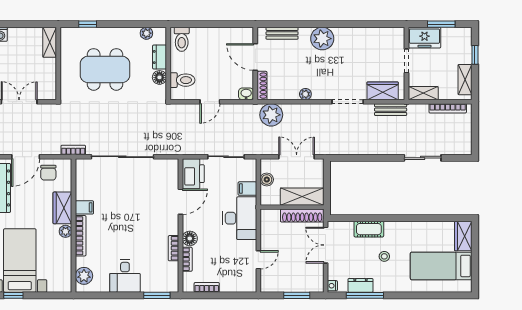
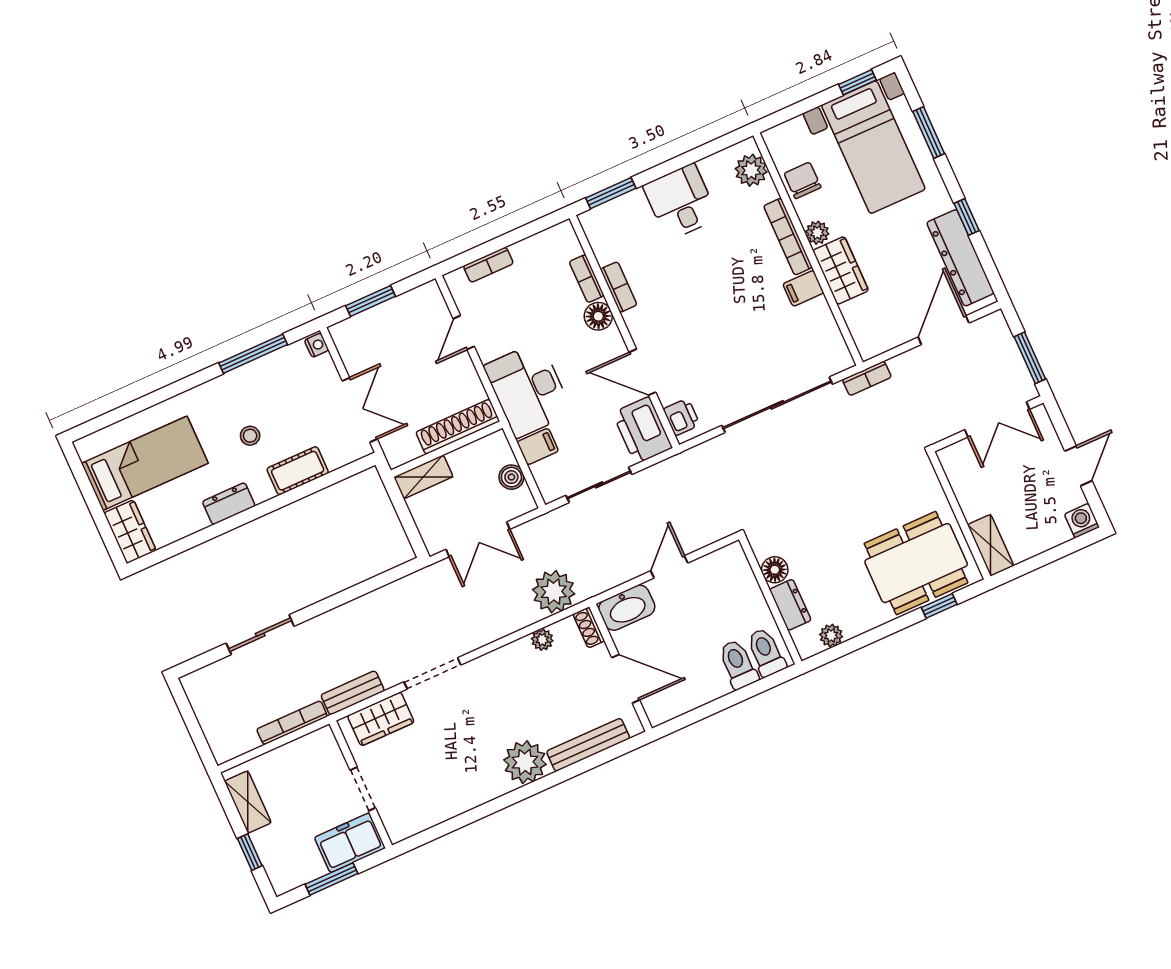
bench: (282, 33) -> (588, 745), width x1.36
dining table: (105, 69) -> (916, 563), moved
toilet: (182, 80) -> (738, 664), moved, turned 90
shoe rack: (262, 86) -> (589, 628), width x0.70
shelving: (423, 93) -> (309, 746), removed
washbasin: (246, 94) -> (627, 608), width x1.91, depth x1.45
plant: (305, 94) -> (542, 640), moved
bookcase: (448, 108) -> (292, 723), moved
printer: (171, 172) -> (682, 417), added
chair: (48, 173) -> (802, 180), moved
shelving: (302, 197) -> (423, 477), width x0.67, depth x0.75
door: (180, 202) -> (643, 372), hinge flipped
shoe rack: (302, 216) -> (458, 427), moved
dresser: (361, 285) -> (229, 504), moved, turned 180
bookcase: (207, 287) -> (488, 265), moved

